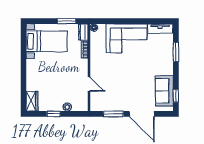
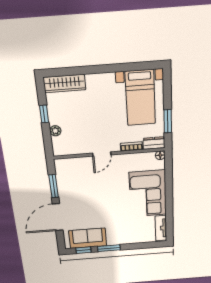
window: (176, 52) -> (109, 248), moved
door: (89, 84) -> (102, 154), moved
wardrobe: (32, 101) -> (64, 84), width x1.50

